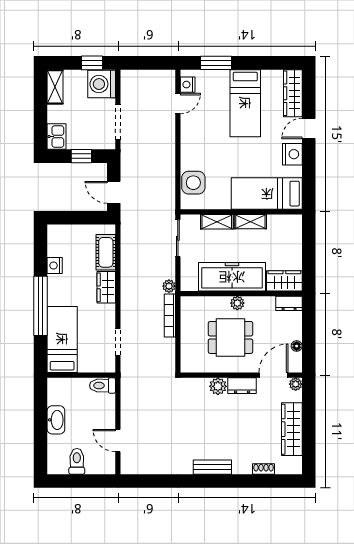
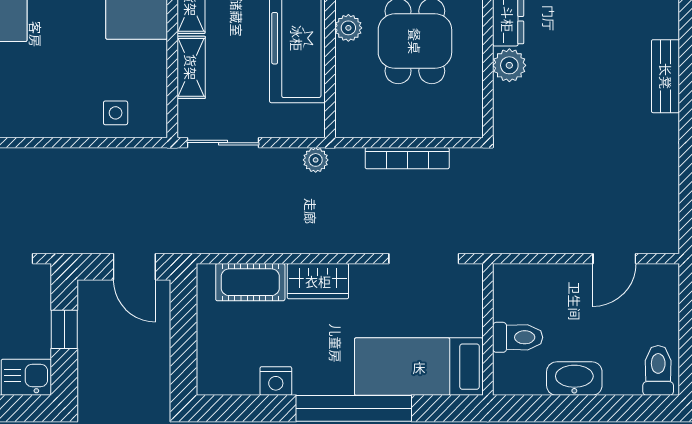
side table: (193, 183) -> (116, 113), width x0.54, depth x0.54
door: (114, 192) -> (134, 267), hinge flipped
bookcase: (170, 316) -> (407, 158), moved
doorway: (118, 342) -> (424, 259), width x1.38
toilet: (103, 386) -> (518, 337), moved, turned -90
toilet: (77, 461) -> (658, 370), moved, turned 90

